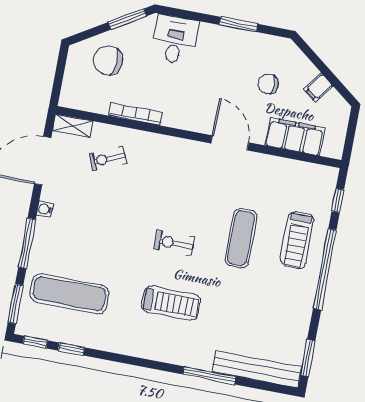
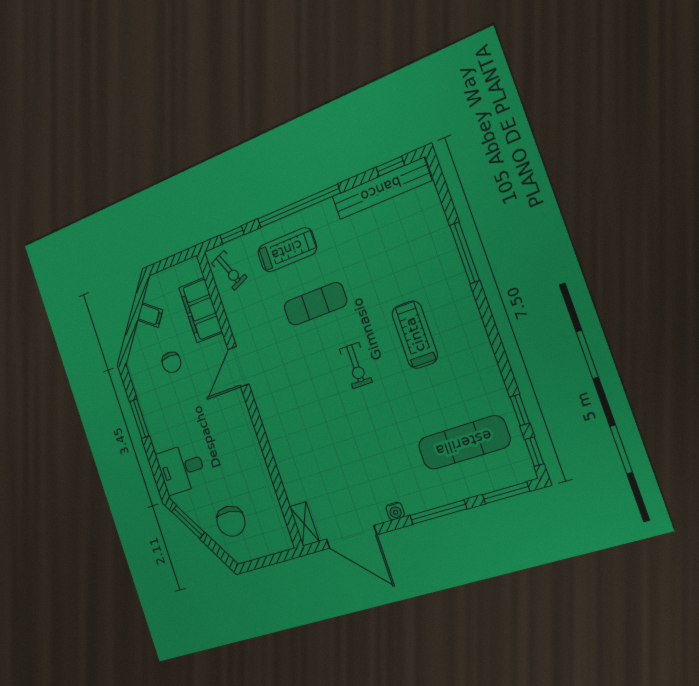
bookcase: (136, 114) -> (262, 470), removed
exercise bike: (108, 159) -> (229, 270), moved
exercise mat: (69, 294) -> (464, 443), turned 90
window: (308, 358) -> (390, 166), width x0.67
bench: (257, 369) -> (381, 189), moved, turned 90

